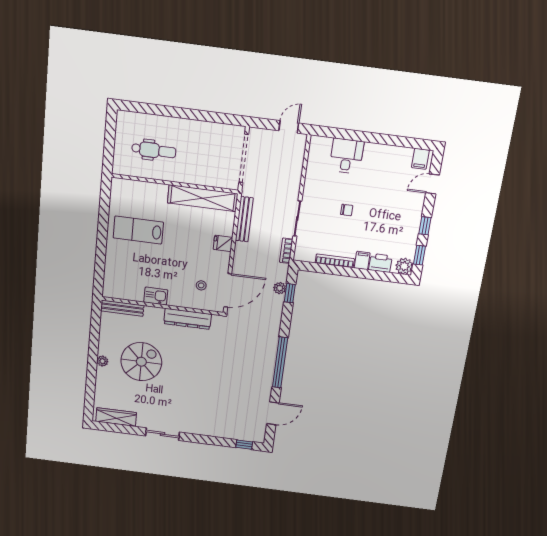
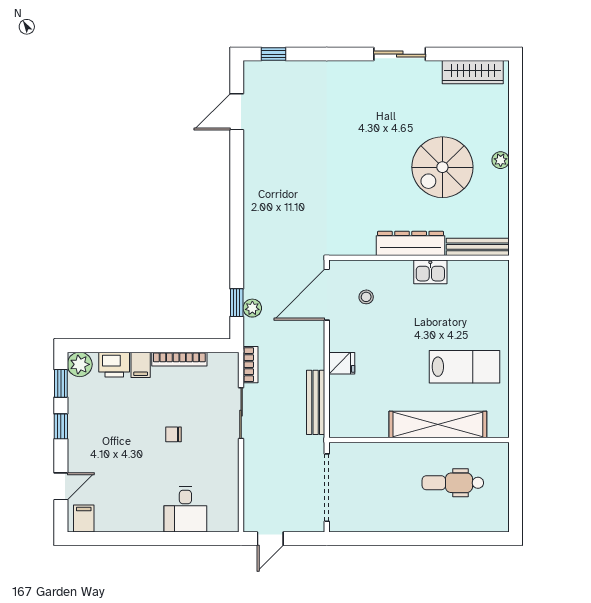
shelving: (203, 198) -> (438, 425), moved
dresser: (188, 319) -> (411, 243), moved
window: (280, 362) -> (237, 194), removed

